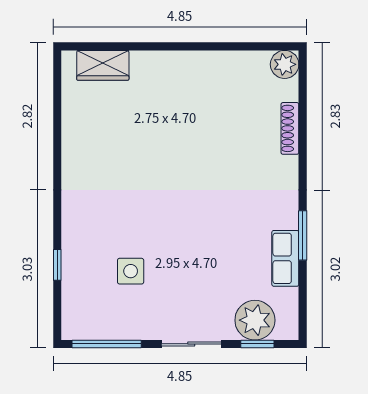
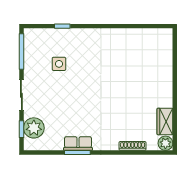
wardrobe: (103, 65) -> (165, 121), moved
row of seats: (285, 258) -> (78, 144), moved

